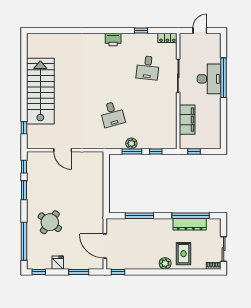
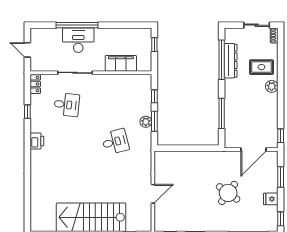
window: (194, 151) -> (154, 45), moved
round table: (50, 222) -> (228, 193), moved

